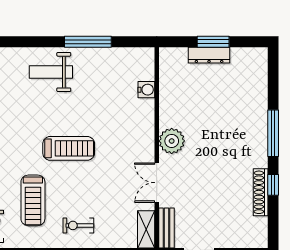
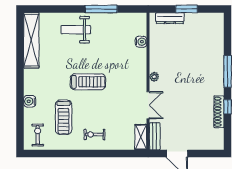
dresser: (209, 55) -> (170, 18), moved
plant: (172, 141) -> (154, 77), width x0.53, depth x0.53
double door: (157, 183) -> (148, 105), swing flipped

